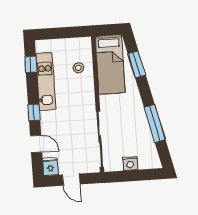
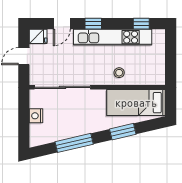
window: (137, 64) -> (123, 132), moved
stool: (78, 68) -> (119, 73), moved
kitchen unit: (46, 82) -> (113, 37), width x1.36

